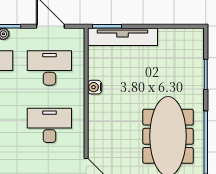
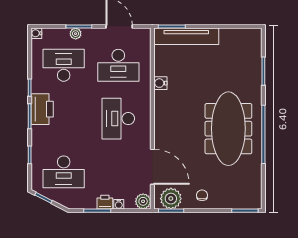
desk: (49, 68) -> (118, 65), turned 180
desk: (49, 125) -> (118, 119), turned -90

